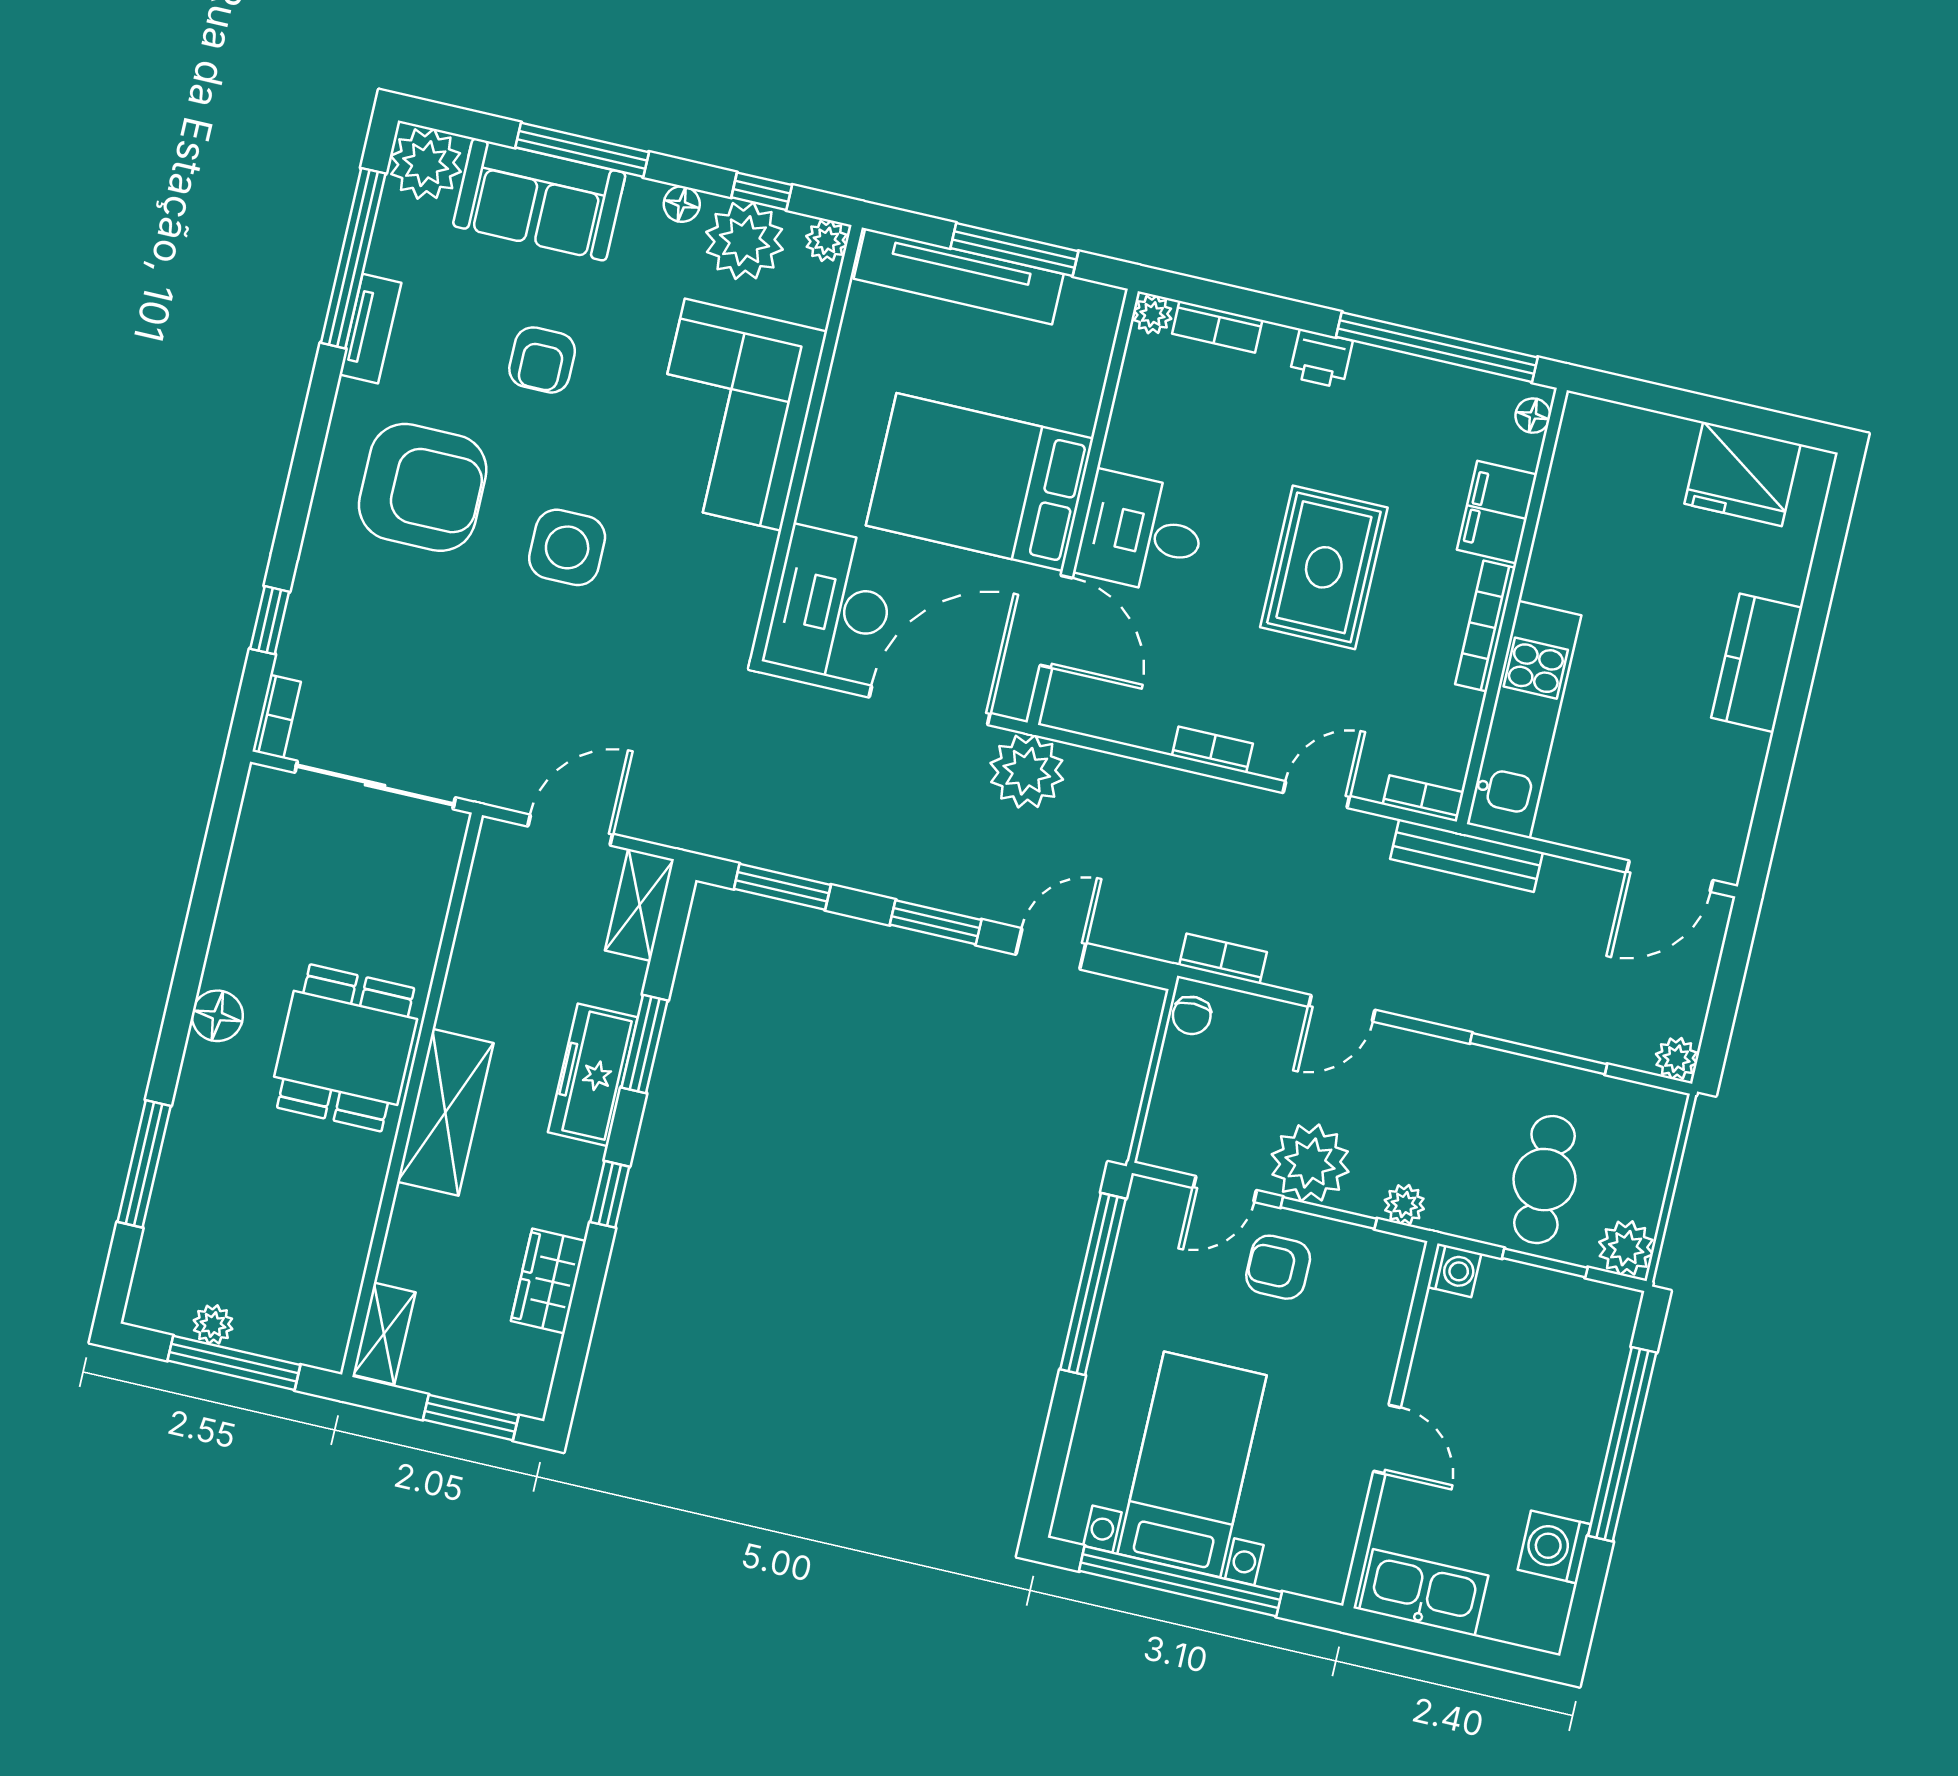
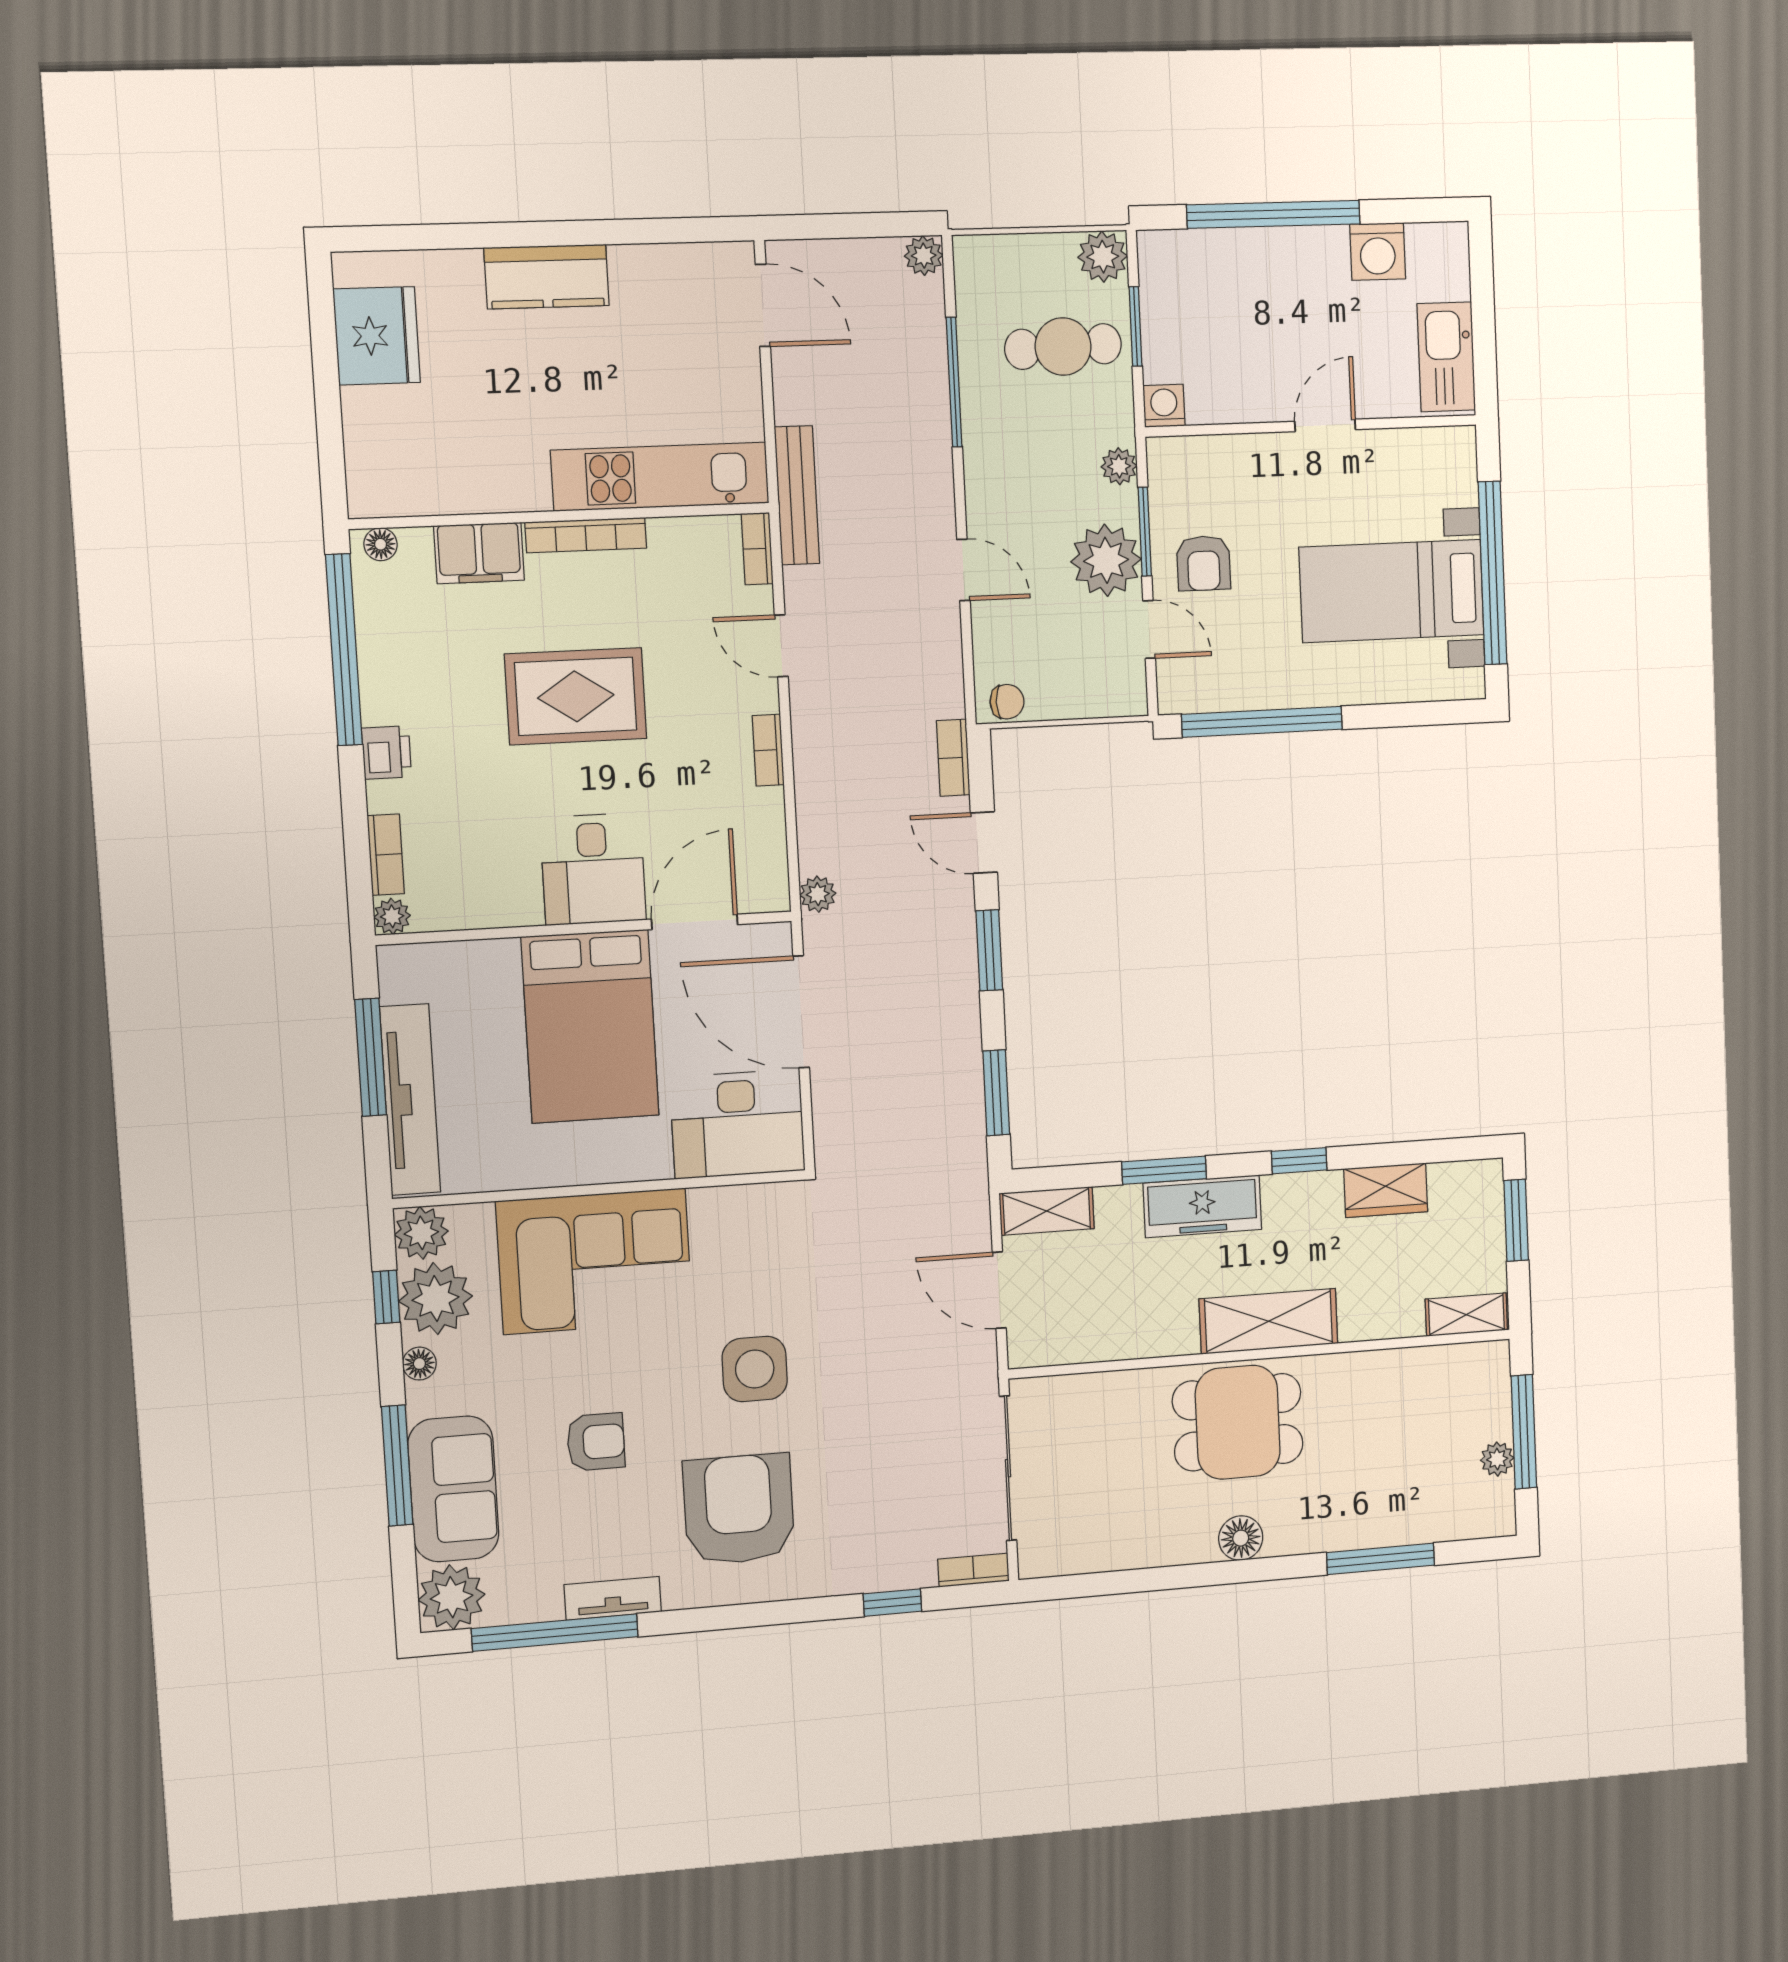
plant: (827, 241) -> (421, 1233), width x1.38, depth x1.38
plant: (1027, 771) -> (818, 894), width x0.53, depth x0.53
bookcase: (1223, 959) -> (953, 758), moved

